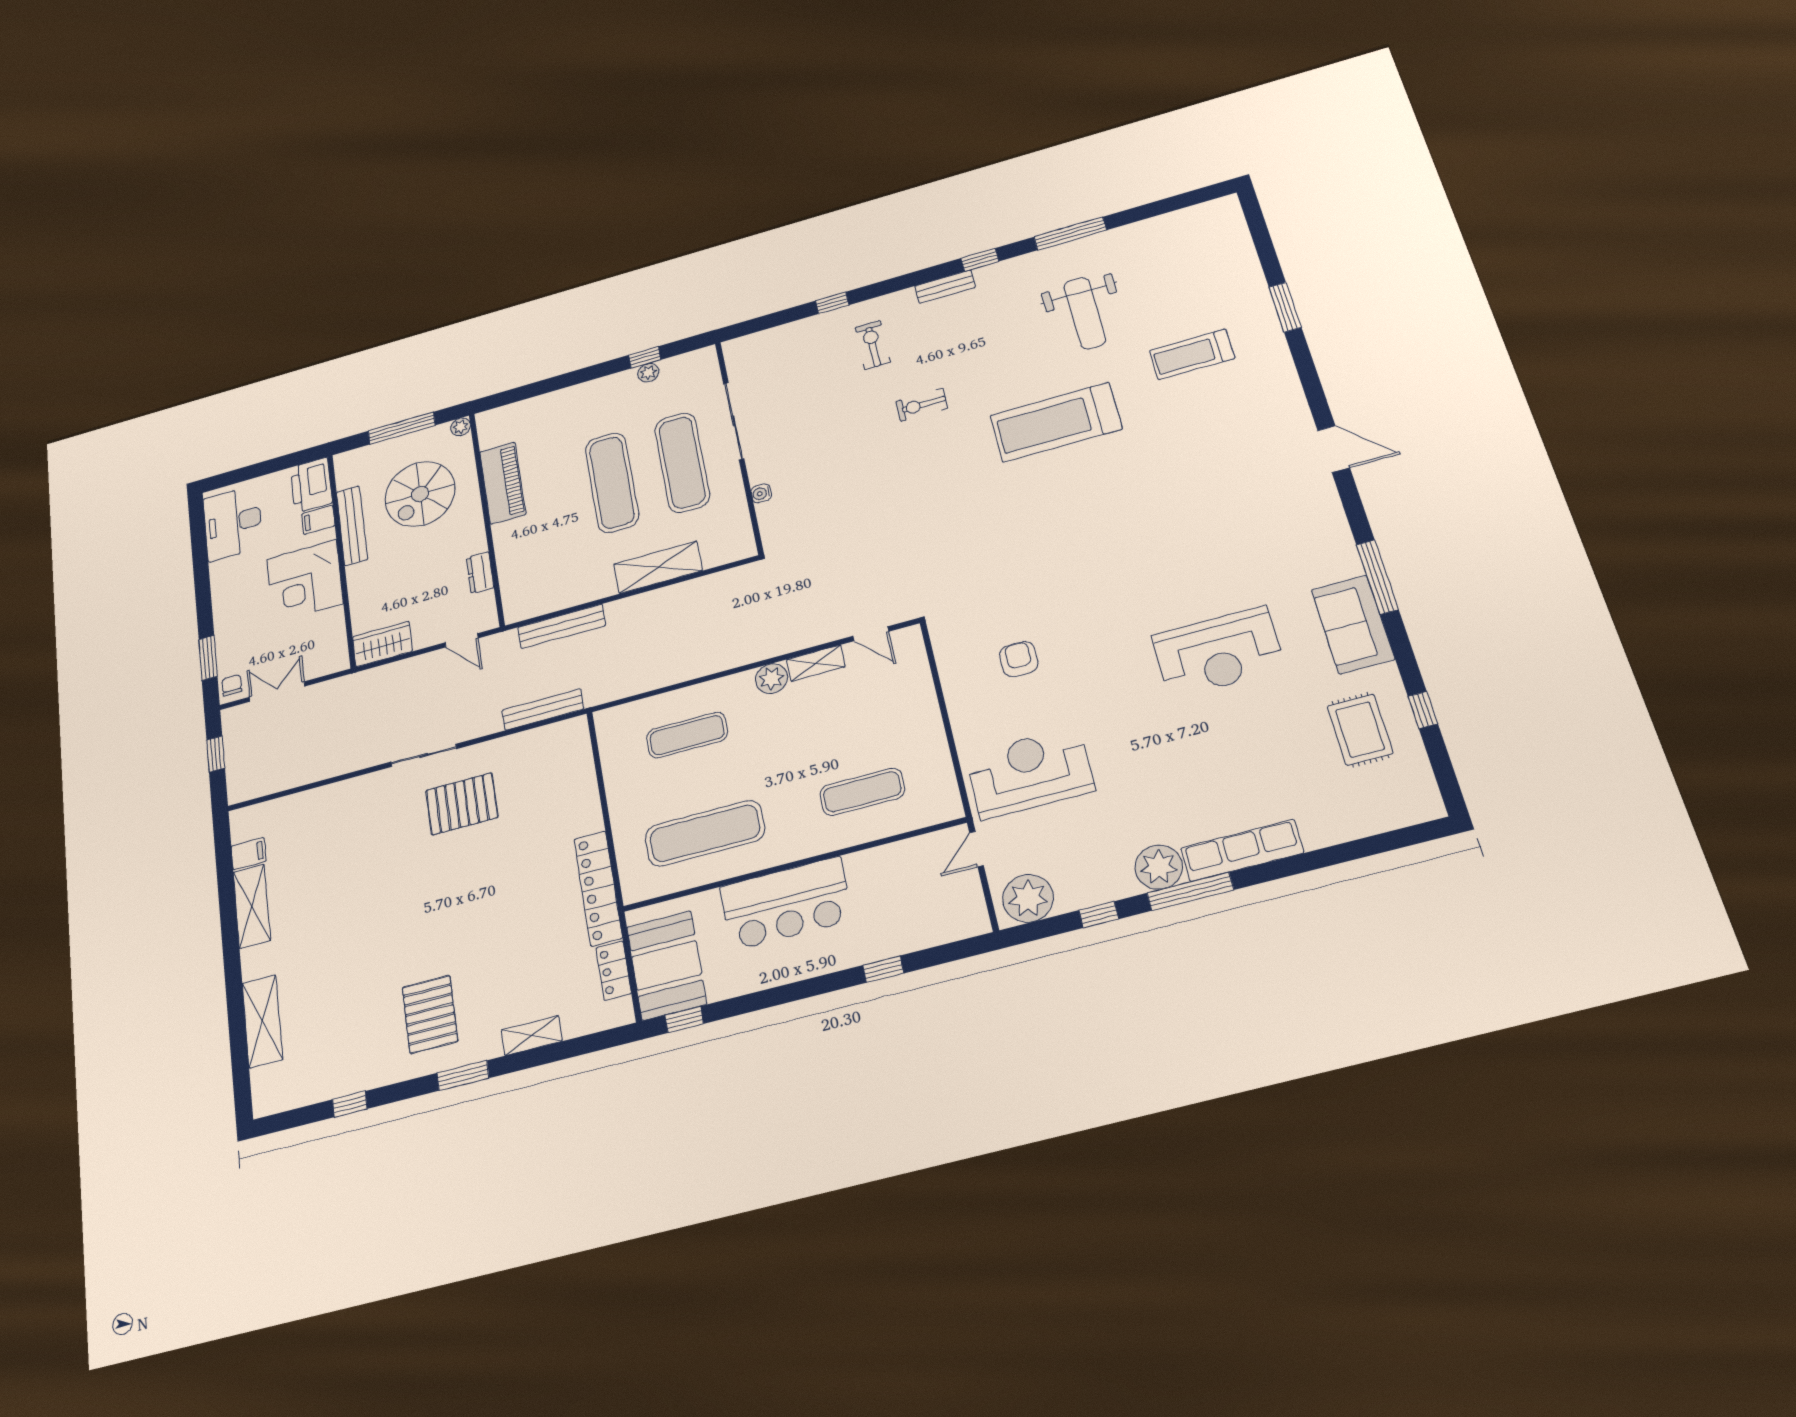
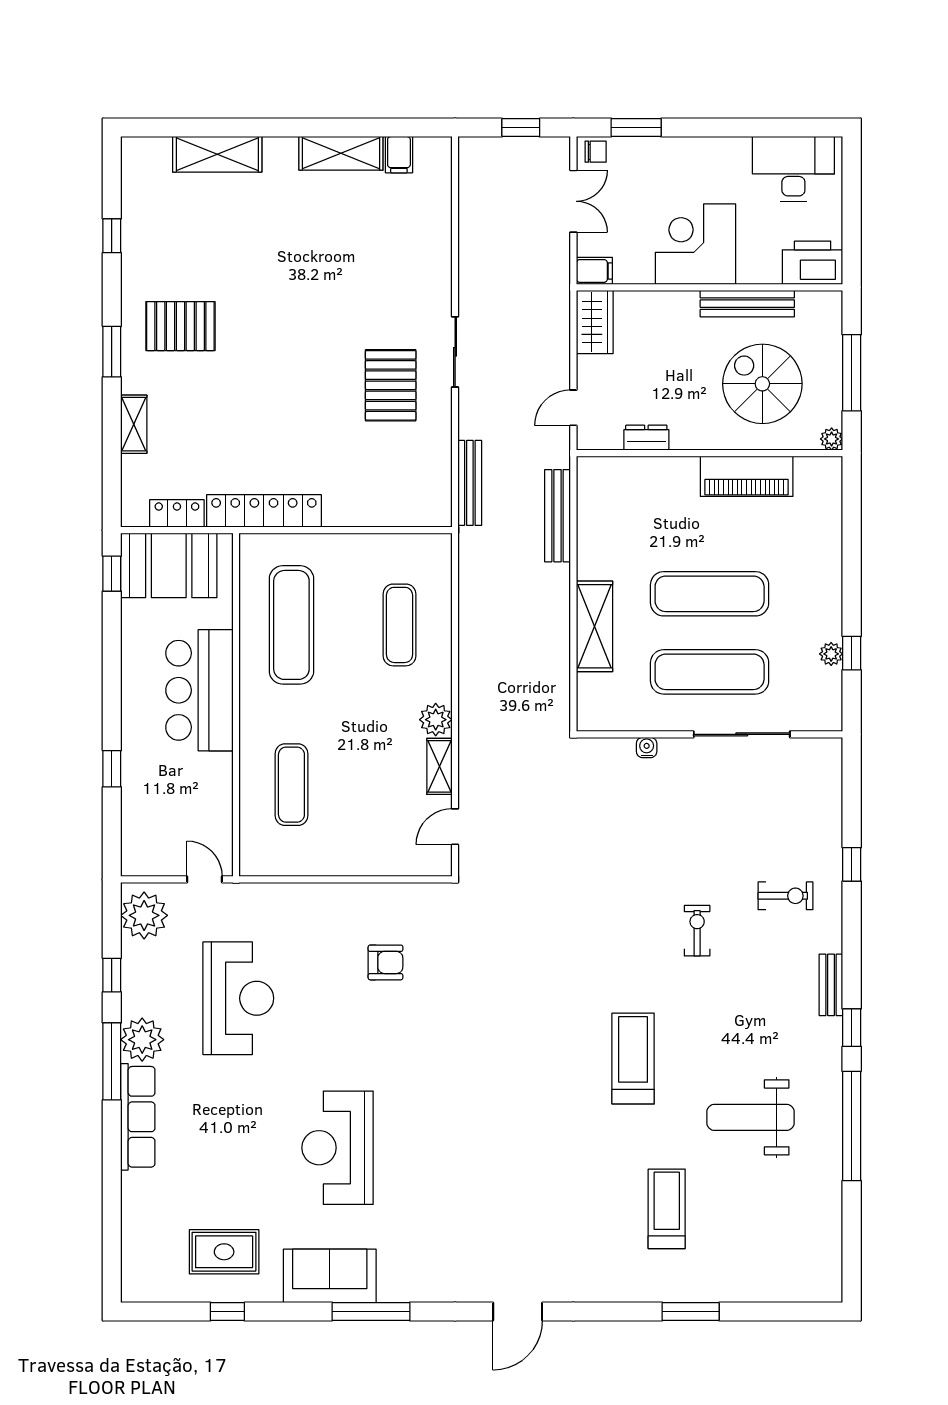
window: (1070, 234) -> (852, 1126), width x1.46
treadmill: (1056, 422) -> (633, 1059), width x0.73, depth x0.73
filing cabinet: (318, 520) -> (594, 271), moved, turned 90
reception desk: (1030, 773) -> (238, 998), moved

